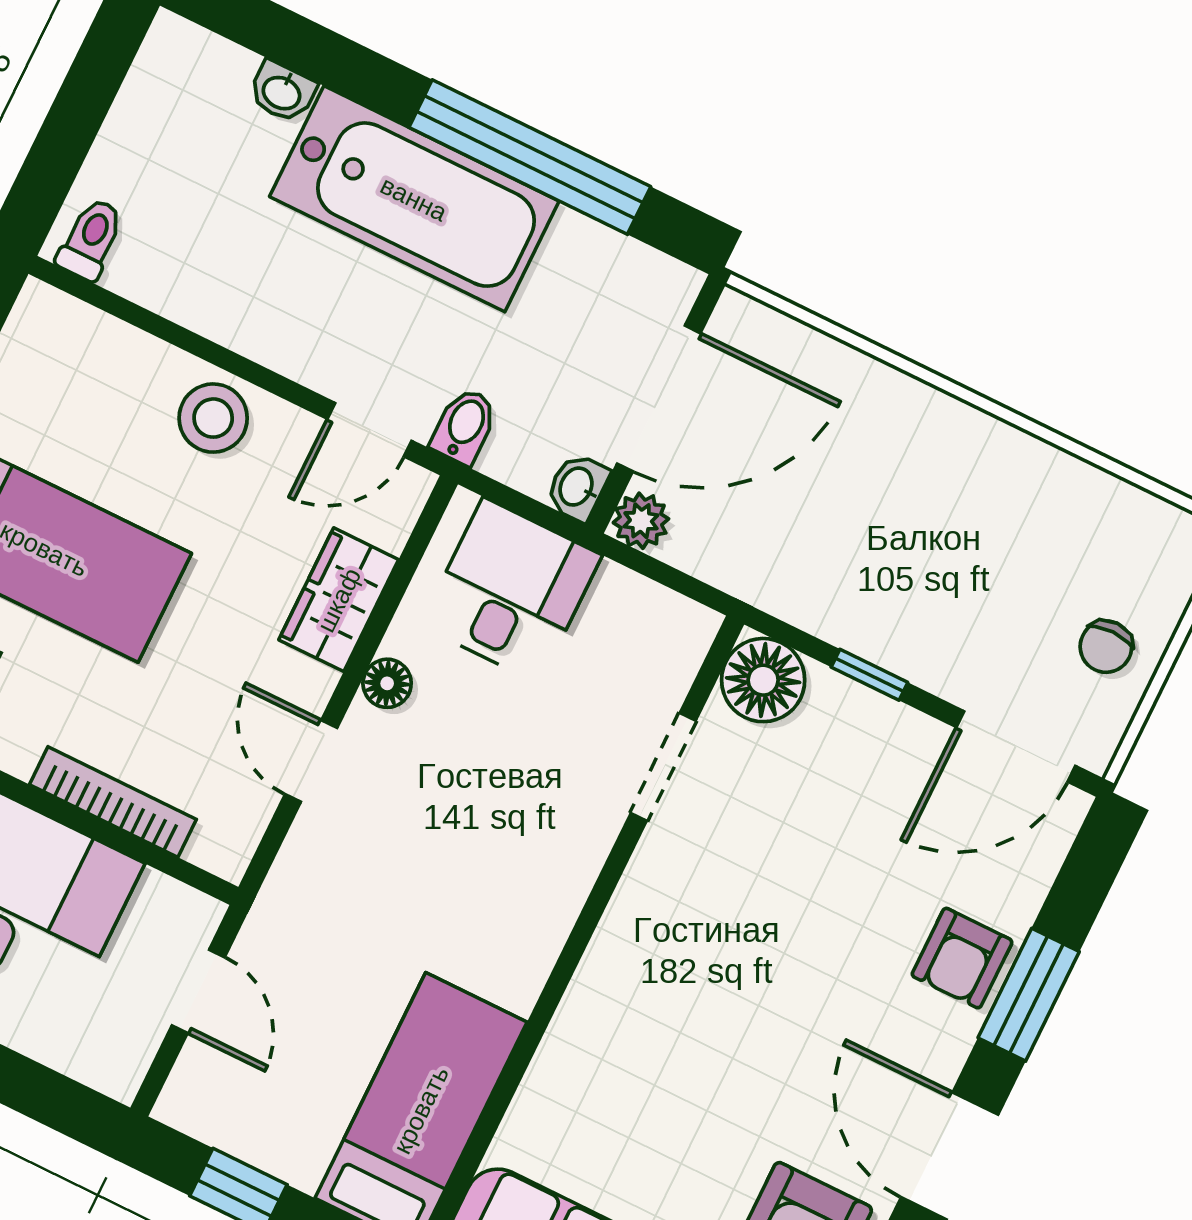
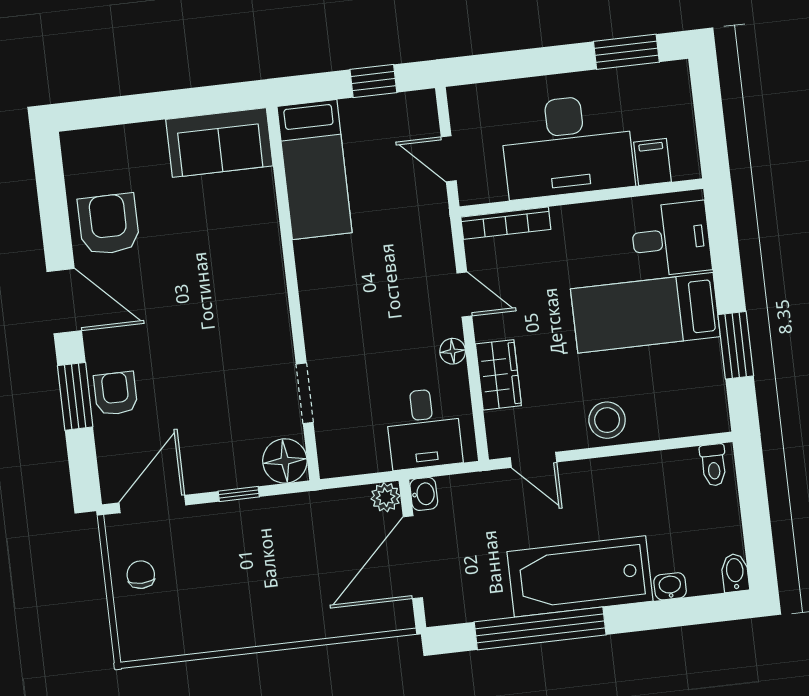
bidet: (464, 426) -> (735, 573), moved, turned 180
door: (370, 430) -> (534, 460), swing flipped
bookcase: (113, 802) -> (506, 223), moved

